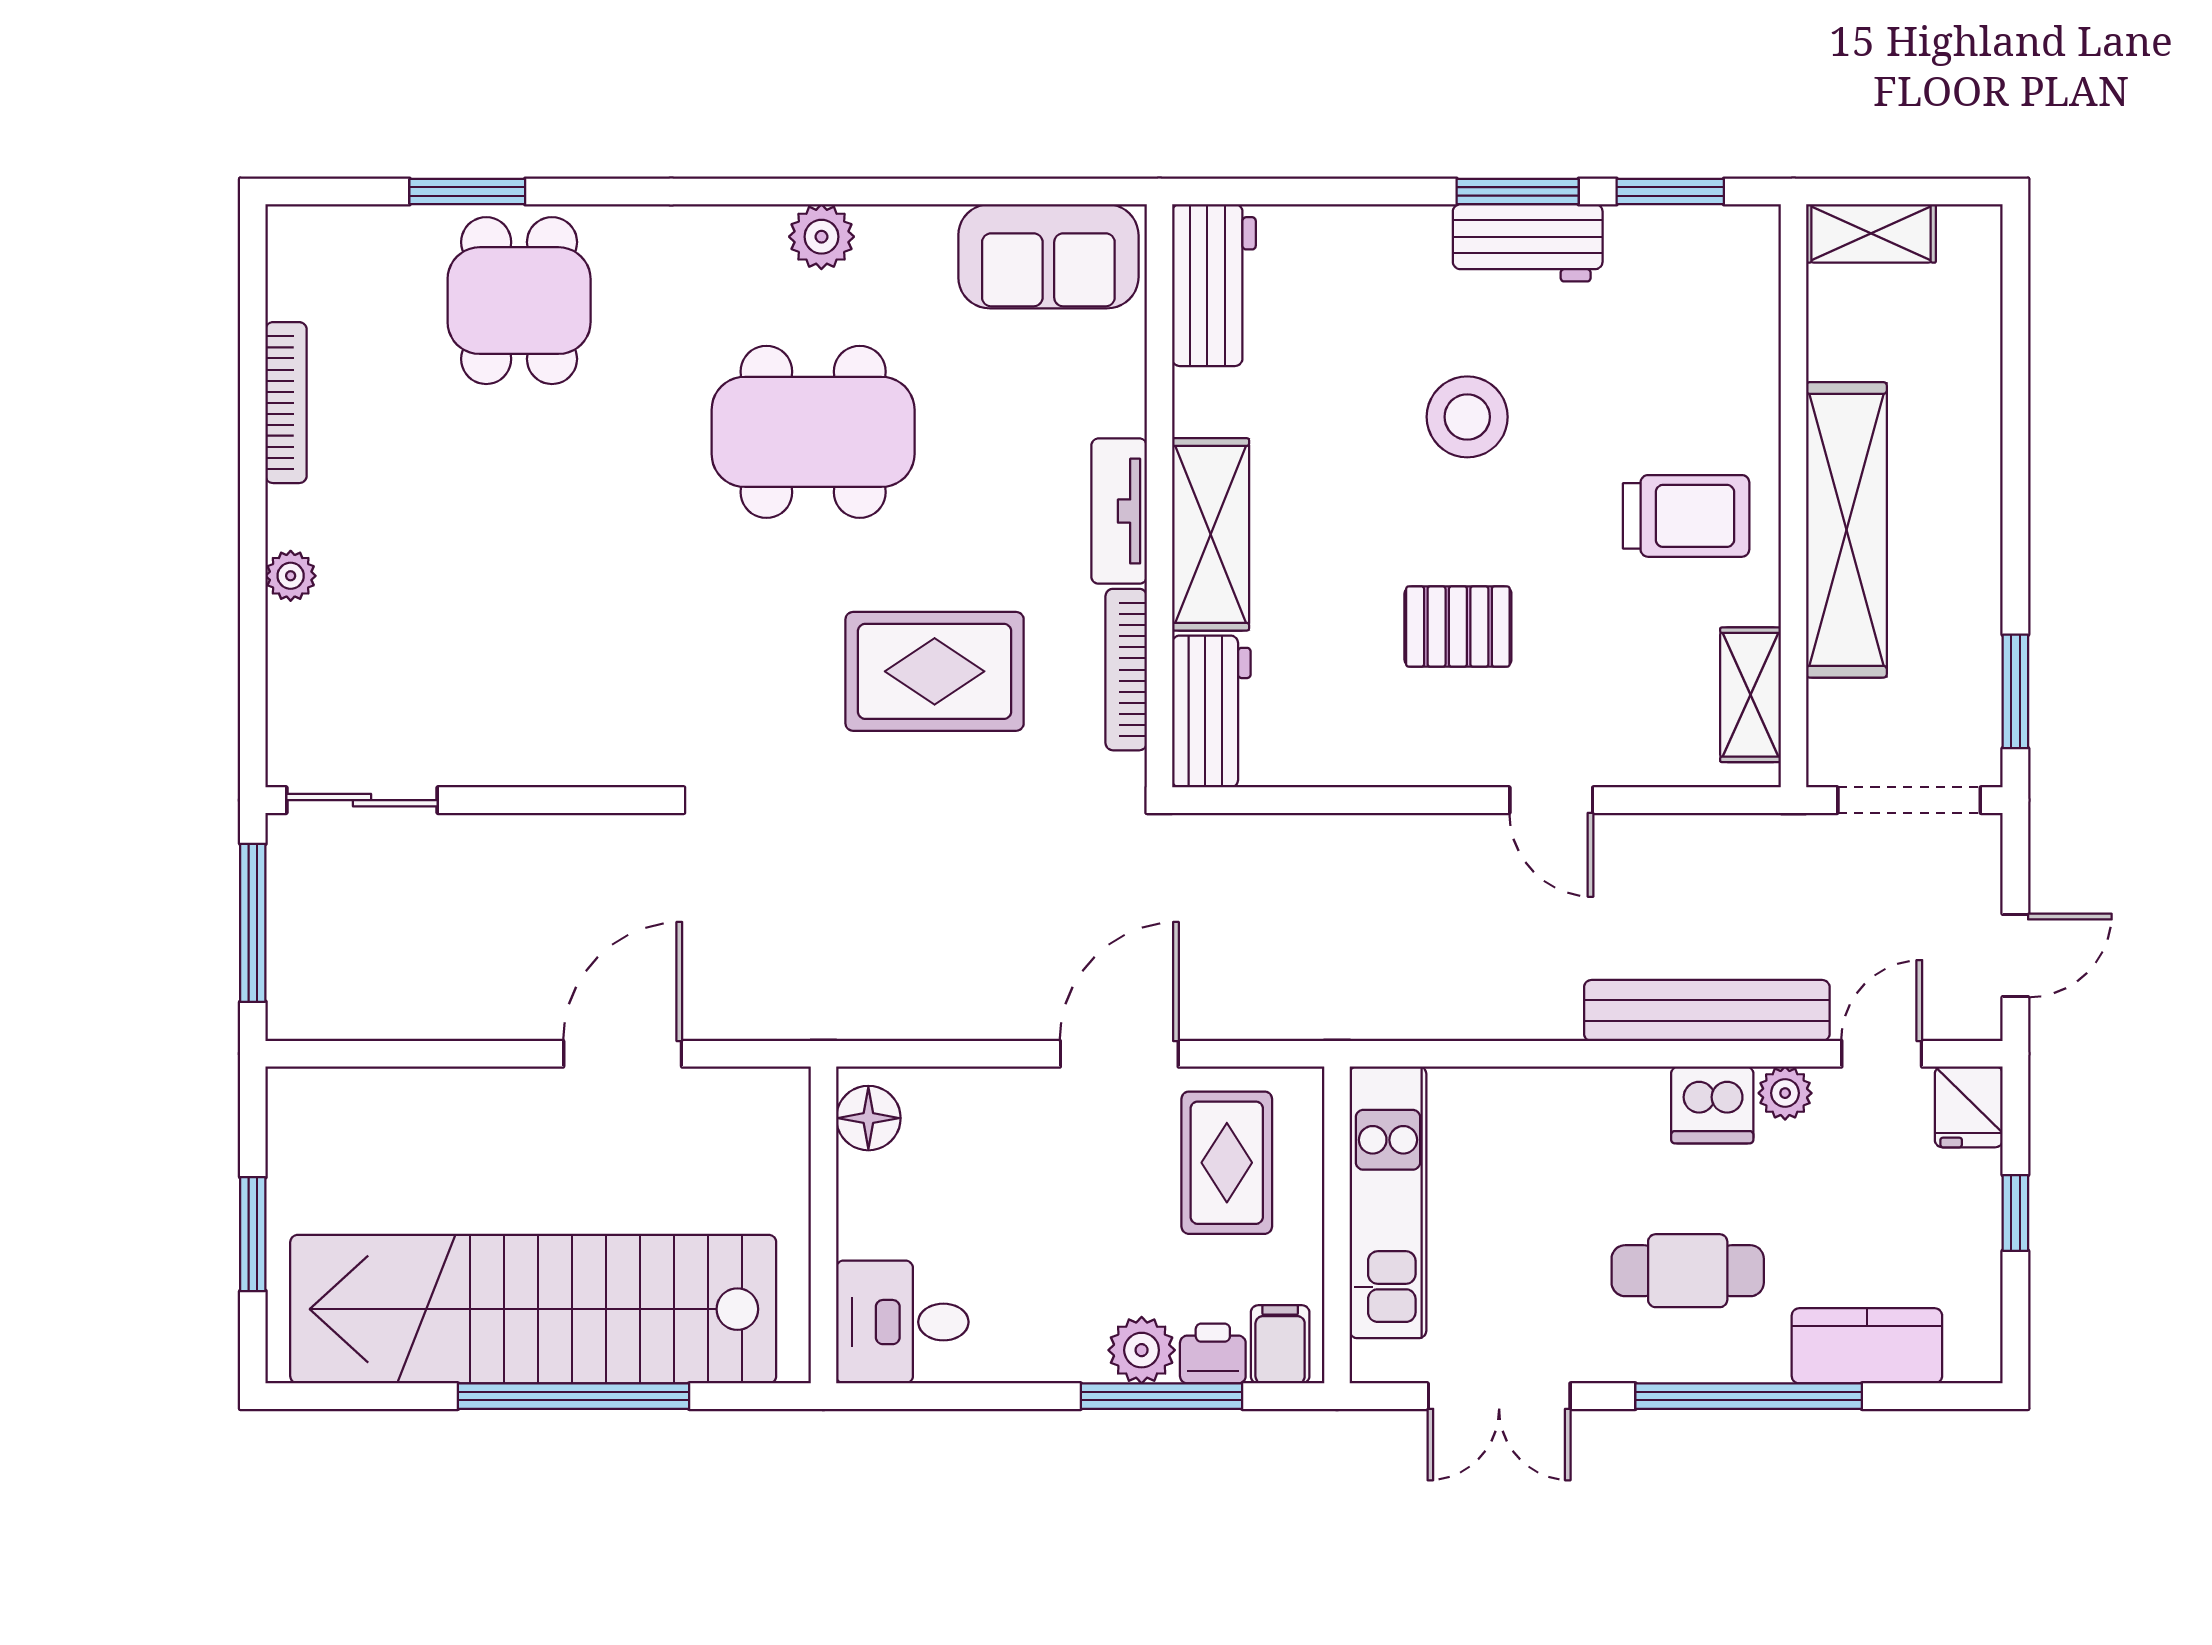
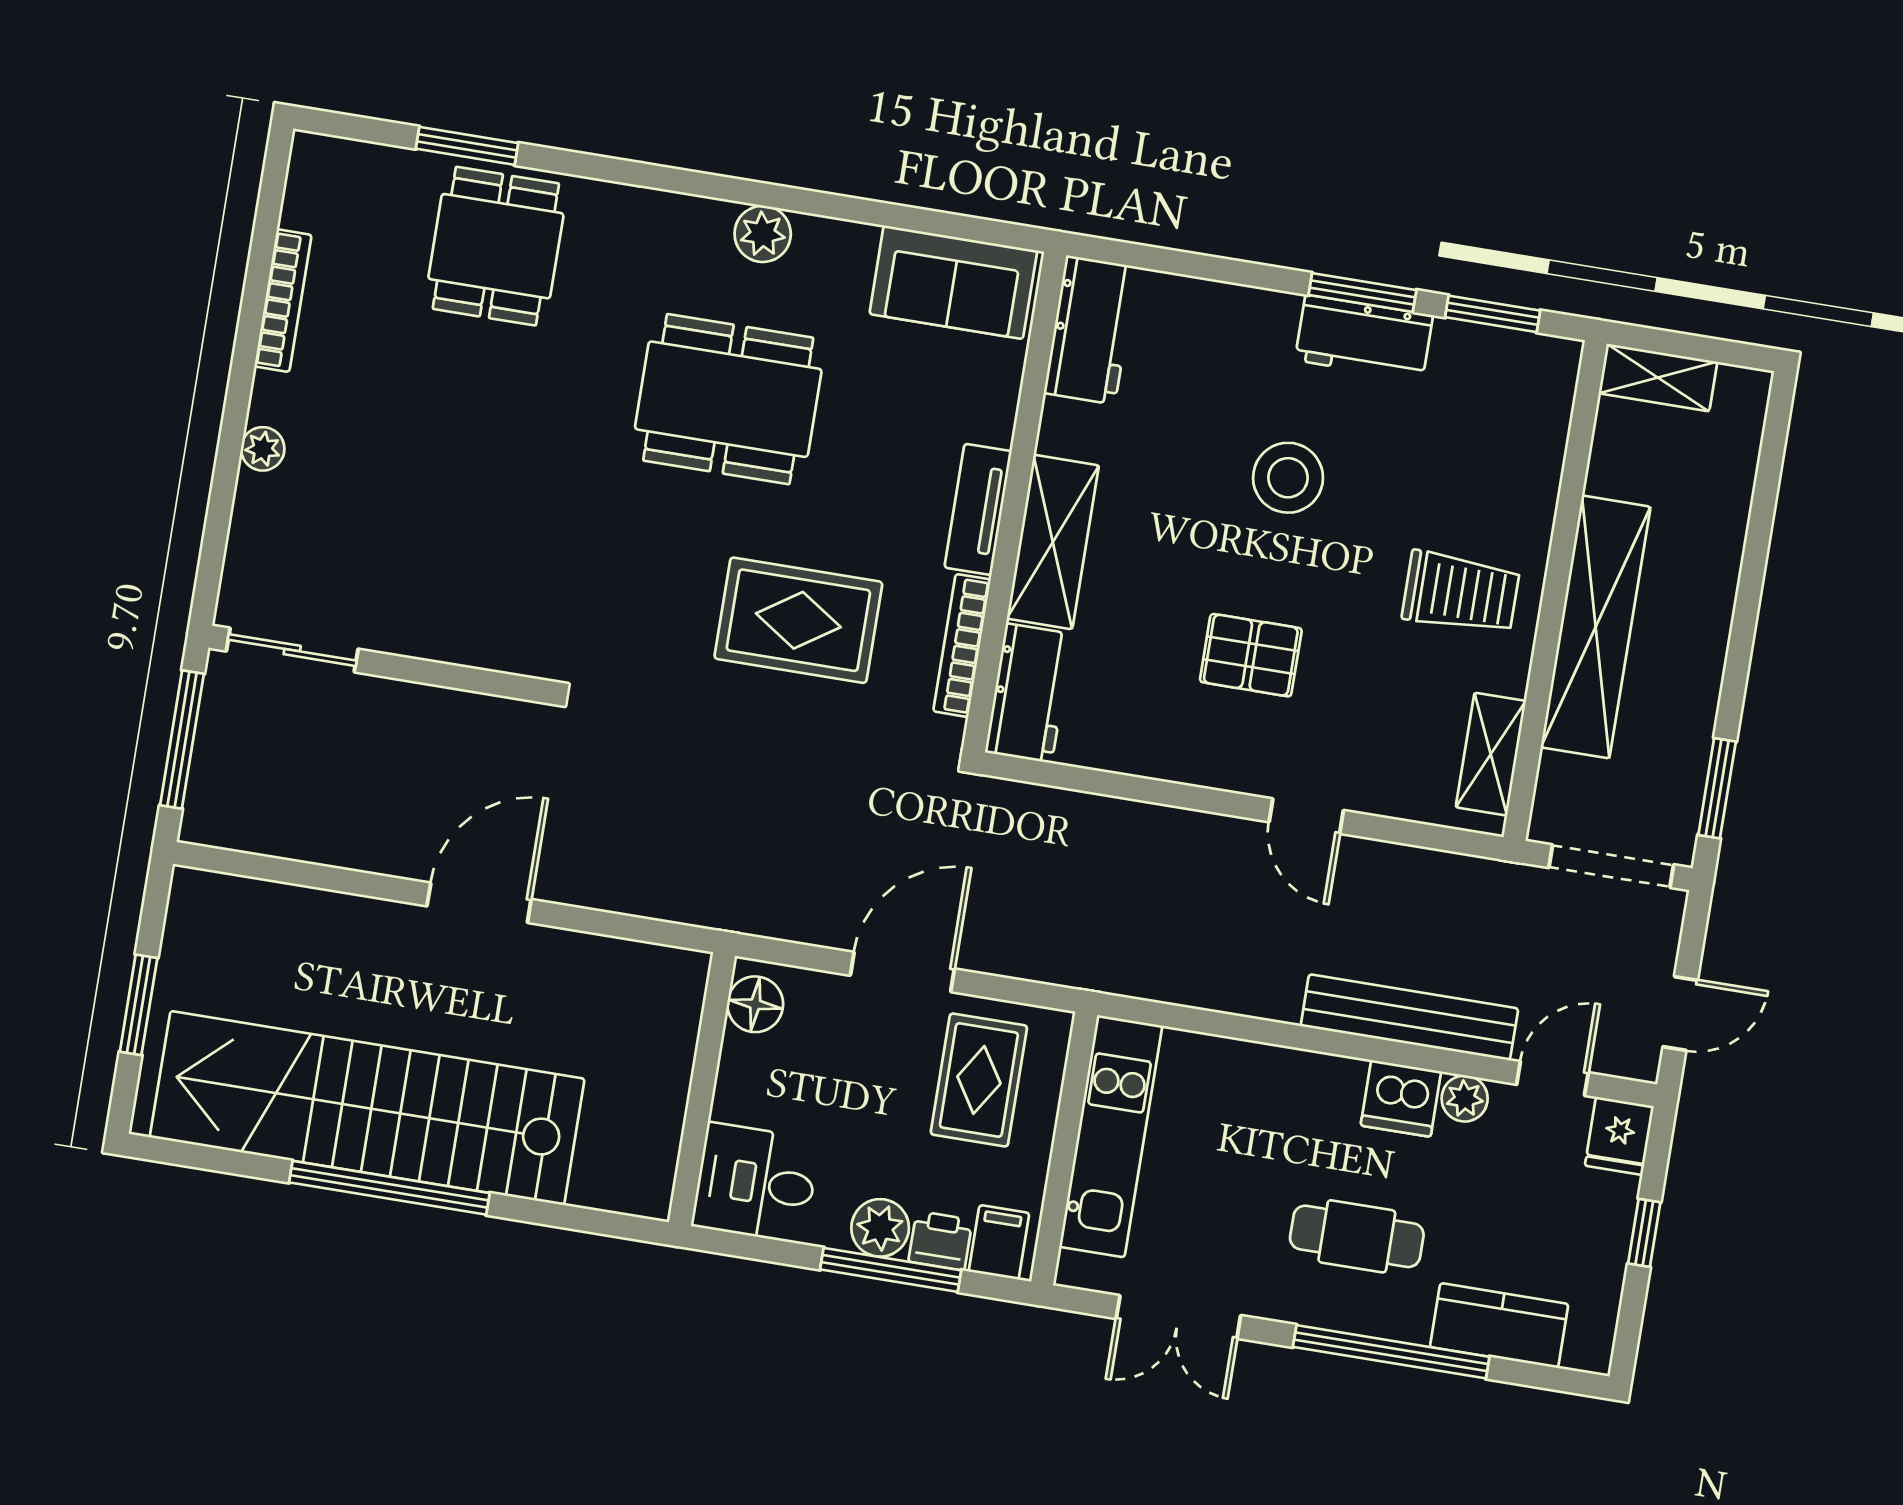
floor lamp: (868, 1118) -> (755, 1004), moved
wall: (823, 1225) -> (702, 1089), moved
desk: (902, 1322) -> (756, 1183), moved

